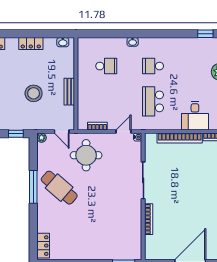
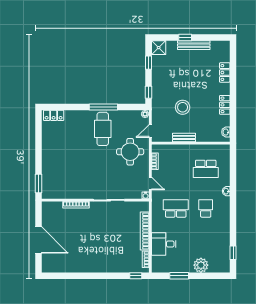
school desk: (106, 66) -> (206, 169), width x1.85
cafe table: (59, 188) -> (103, 129), turned -41

